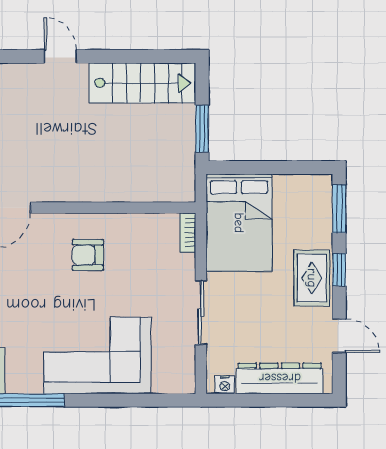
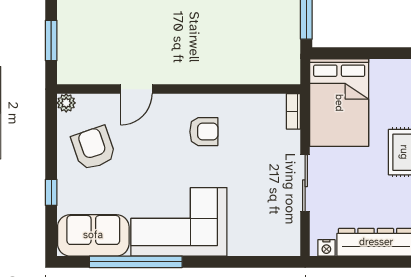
armchair: (88, 255) -> (204, 132), turned 180
corner sofa: (97, 356) -> (179, 222), moved

